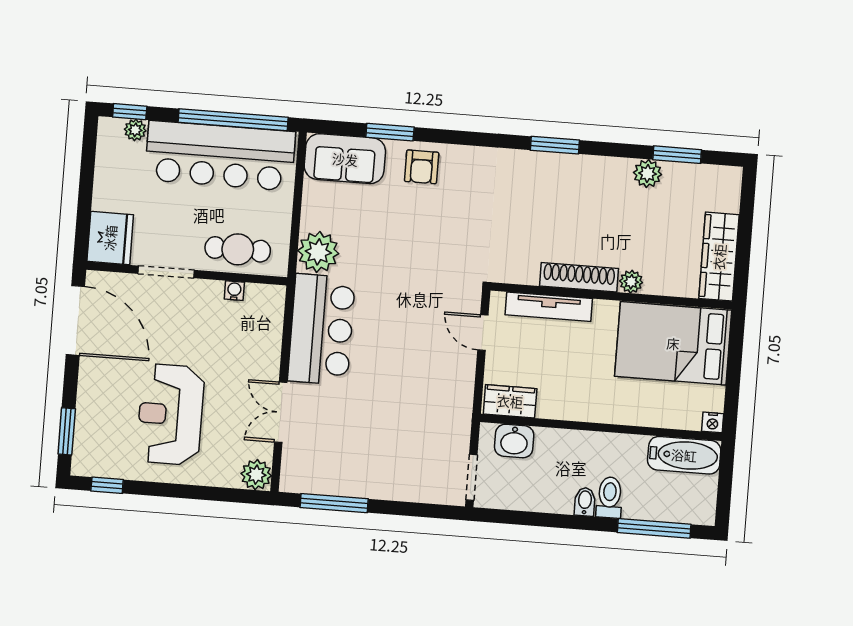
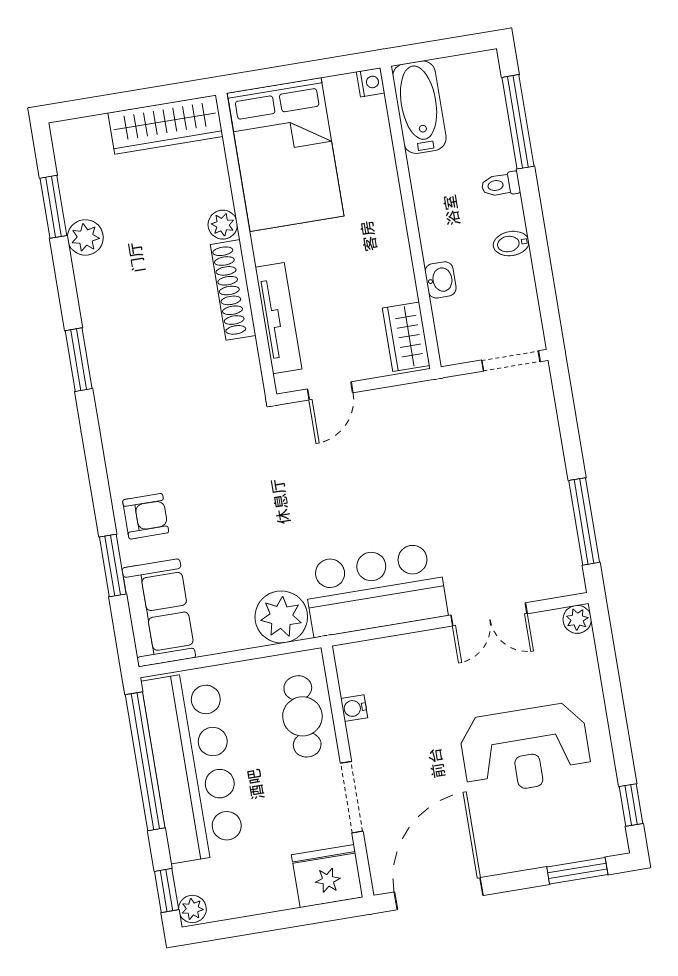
plant: (135, 130) -> (192, 909), moved
washbasin: (514, 441) -> (440, 280), moved, width x0.72, depth x0.69
plant: (256, 475) -> (577, 619), width x0.73, depth x0.73
toilet: (609, 497) -> (501, 185), width x0.73, depth x0.72
bidet: (585, 502) -> (511, 244), moved

